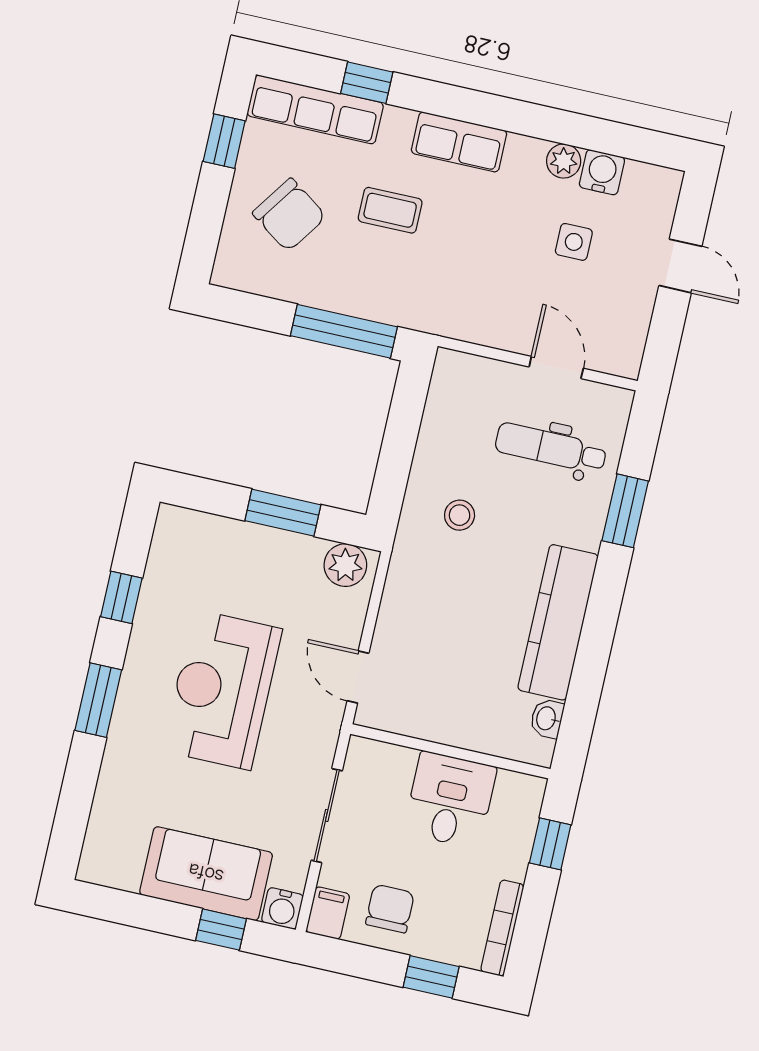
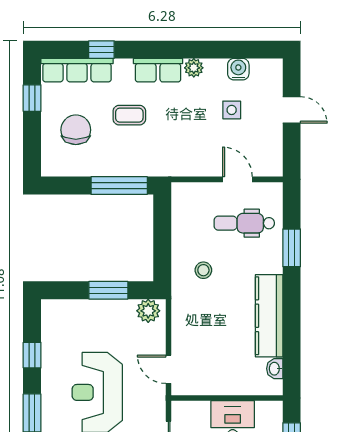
plant: (564, 161) -> (194, 68), moved
chair: (289, 215) -> (76, 130), turned -125

